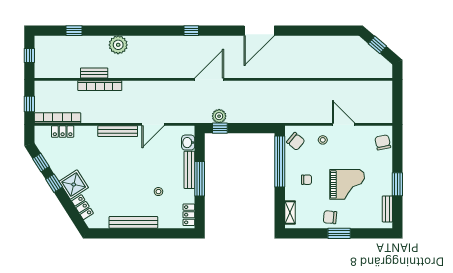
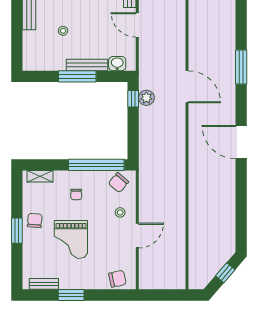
window: (191, 31) -> (241, 67), width x2.17
locker: (189, 215) -> (37, 64), removed

